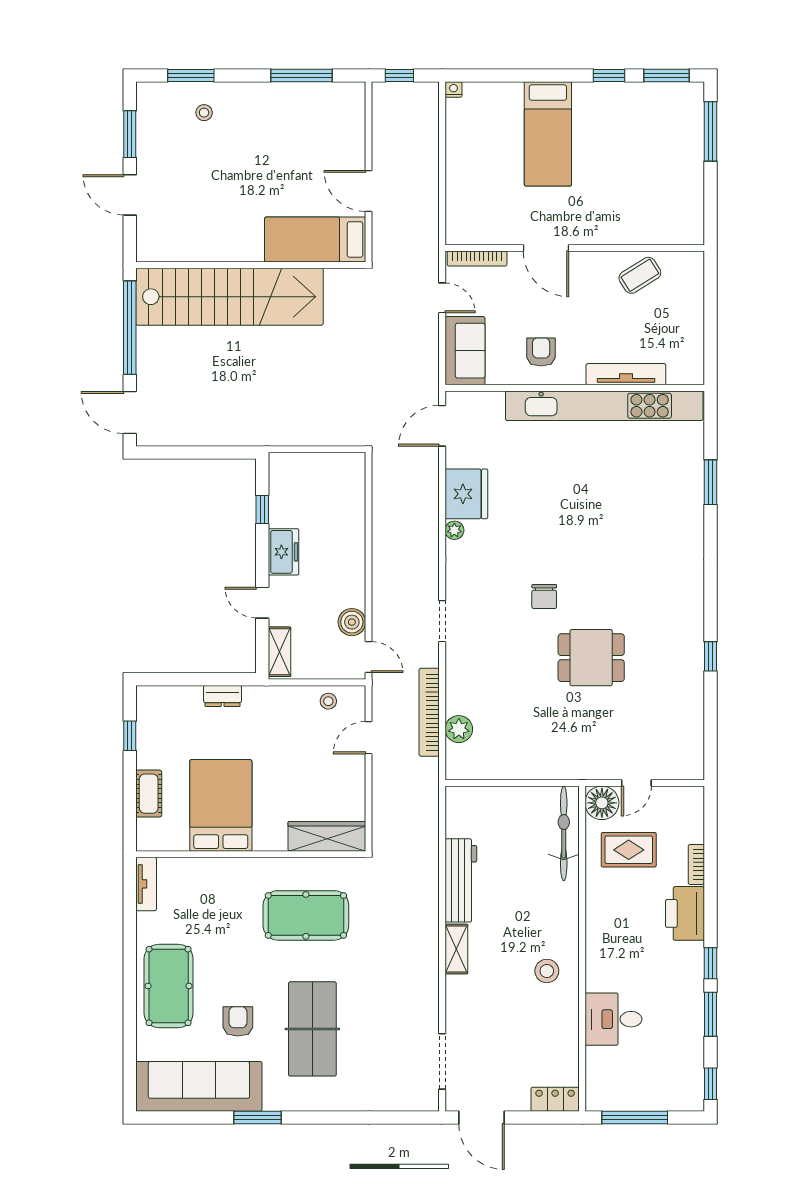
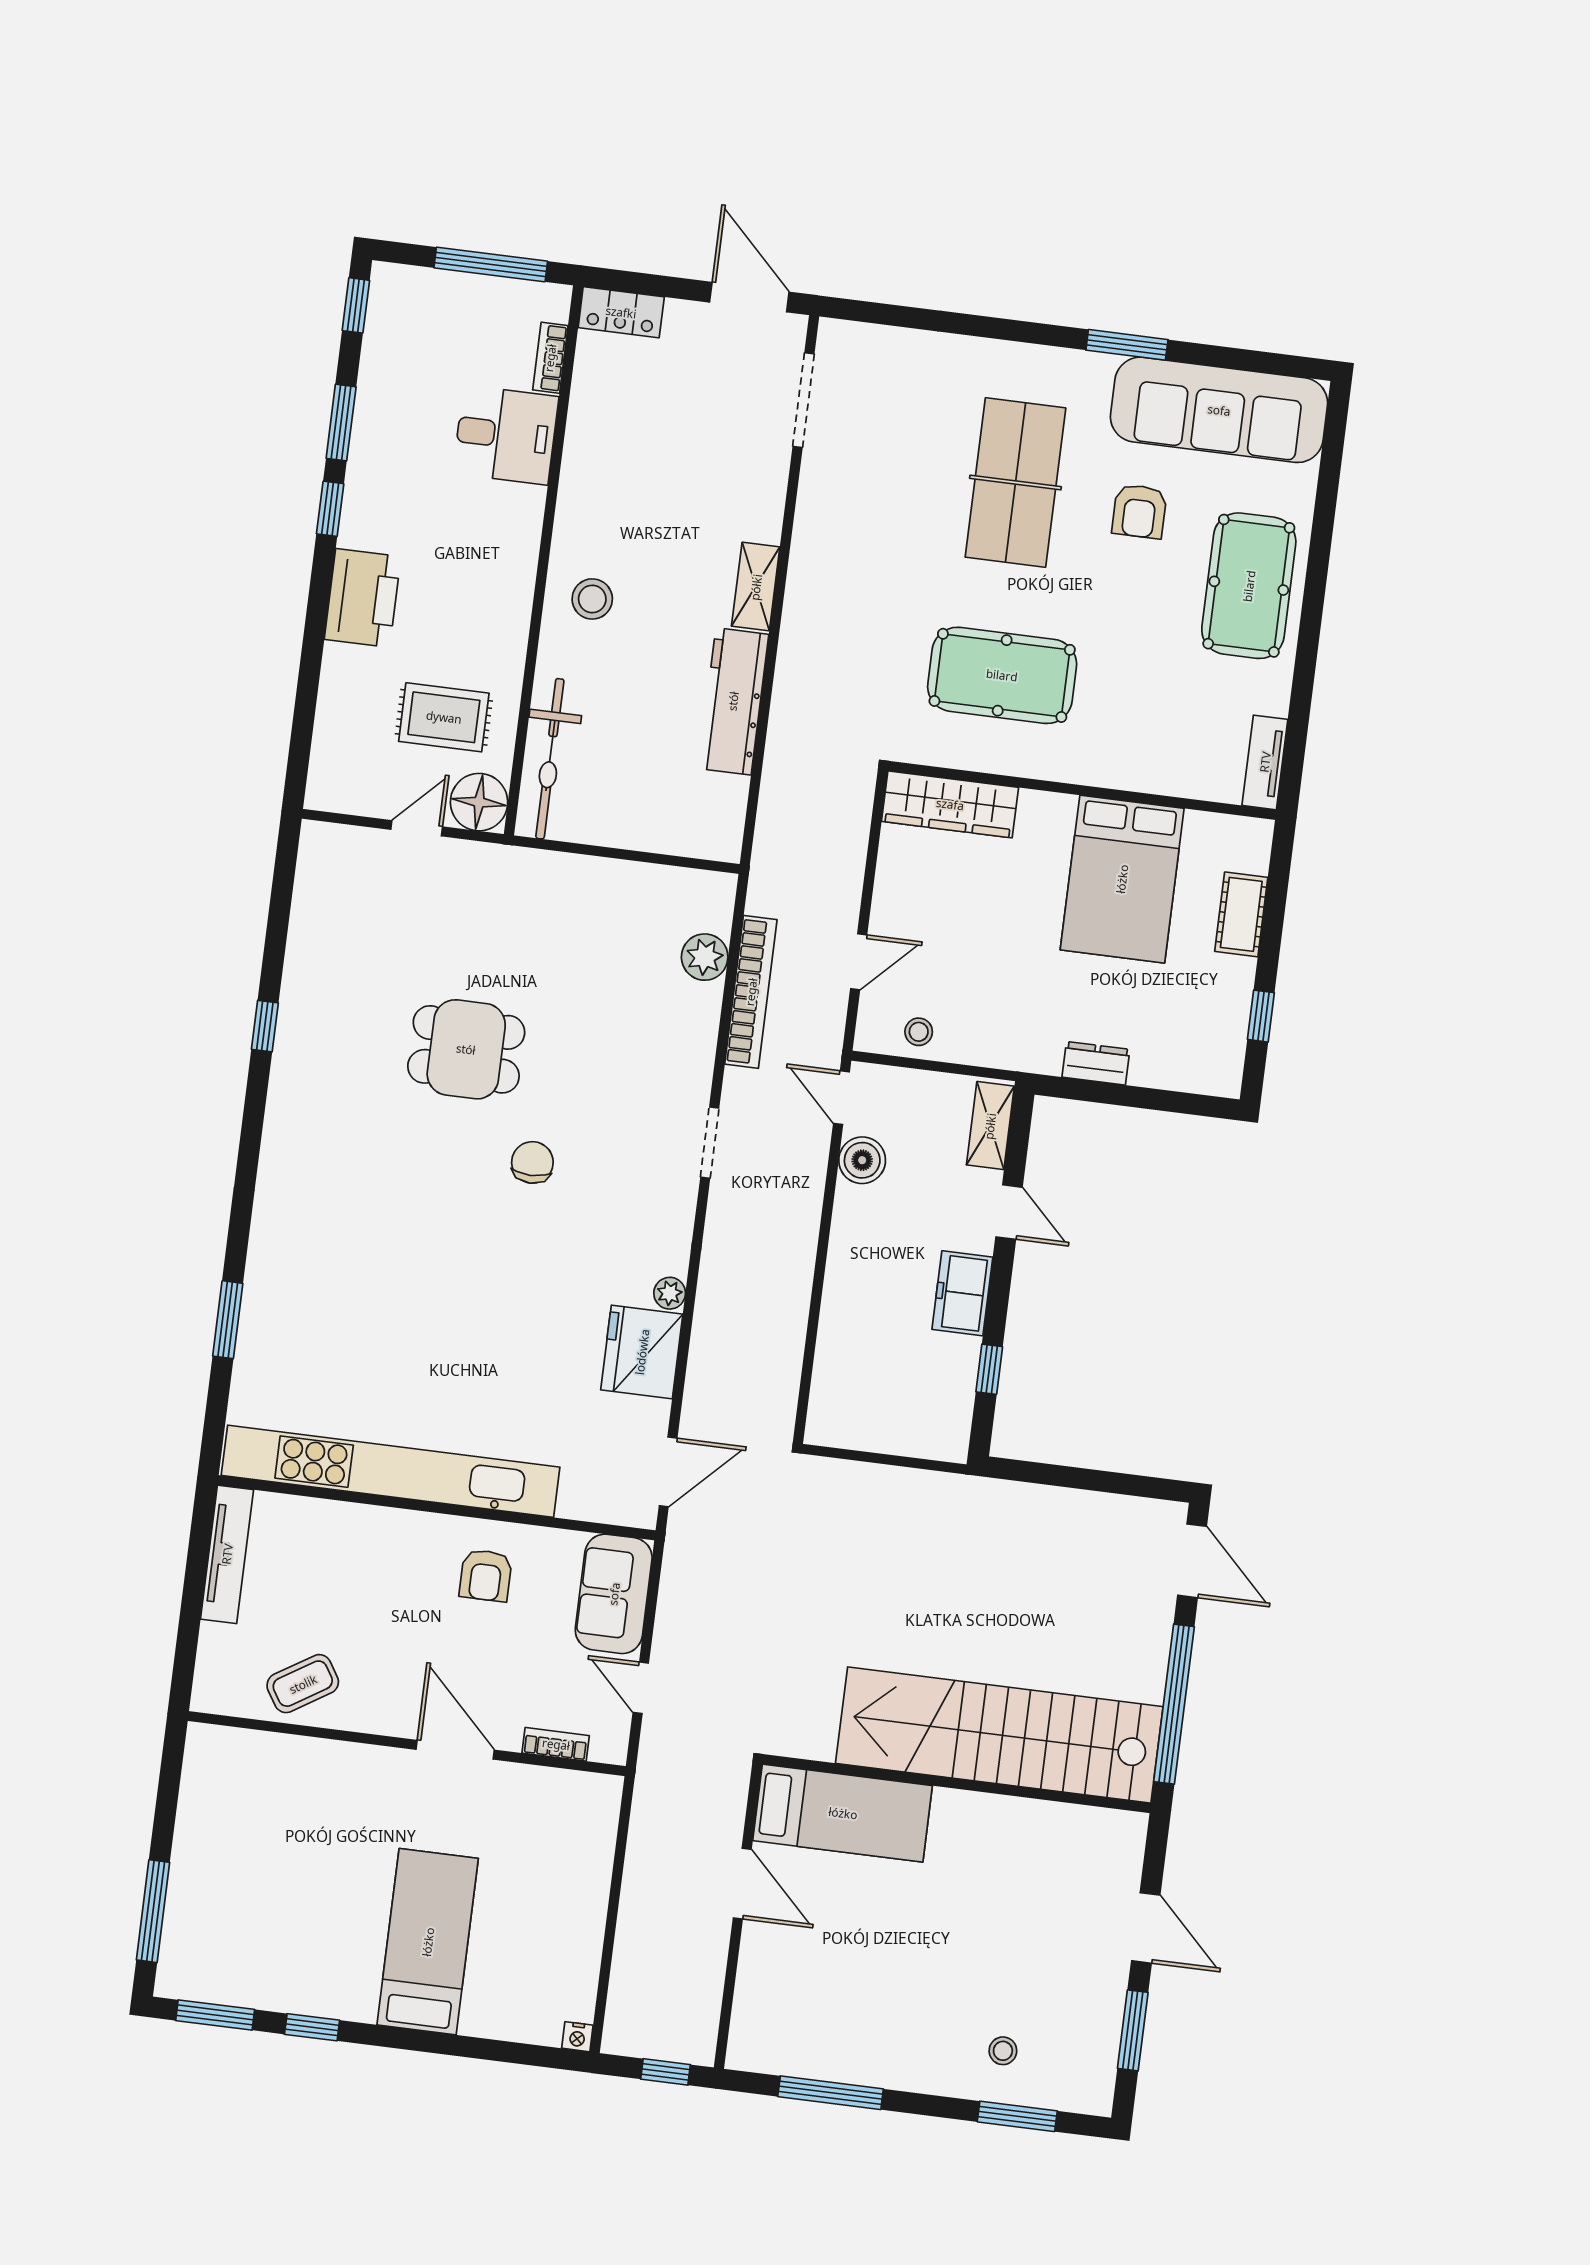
bookcase: (477, 259) -> (556, 1744), width x0.64
tv unit: (626, 374) -> (227, 1554), moved, turned -90
bookcase: (696, 864) -> (550, 358), moved, turned 180
stool: (547, 971) -> (592, 599), moved

